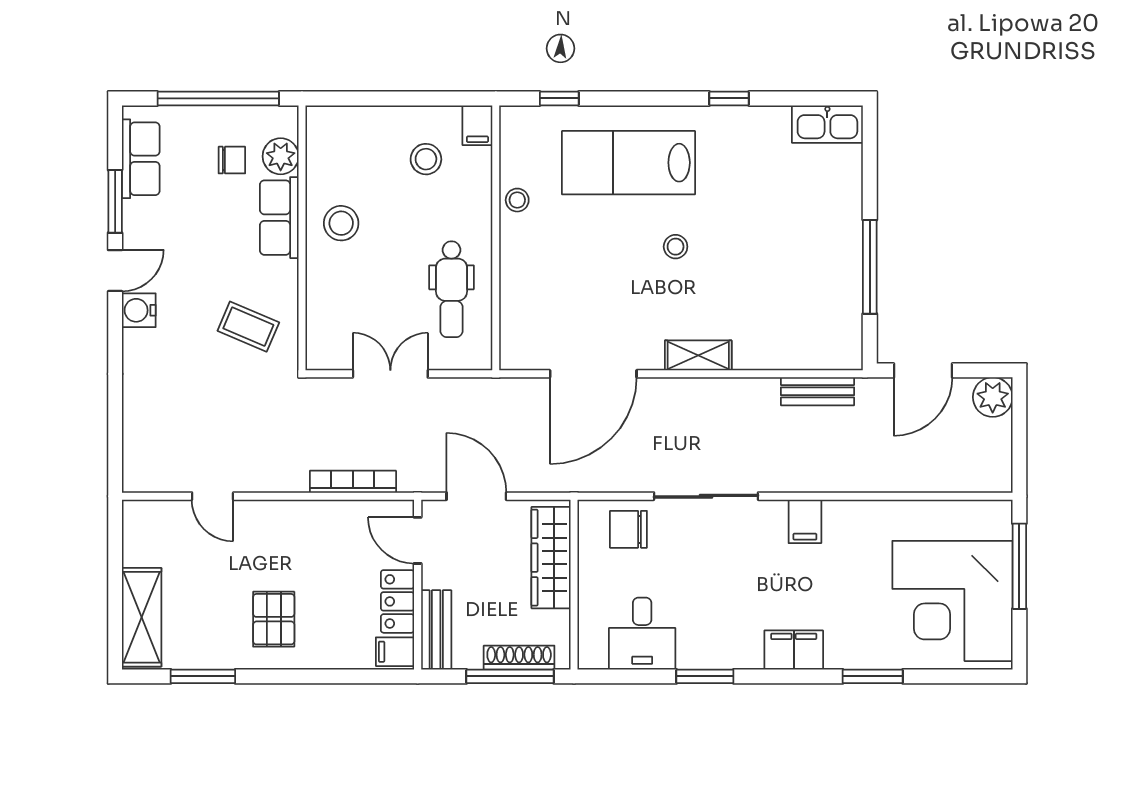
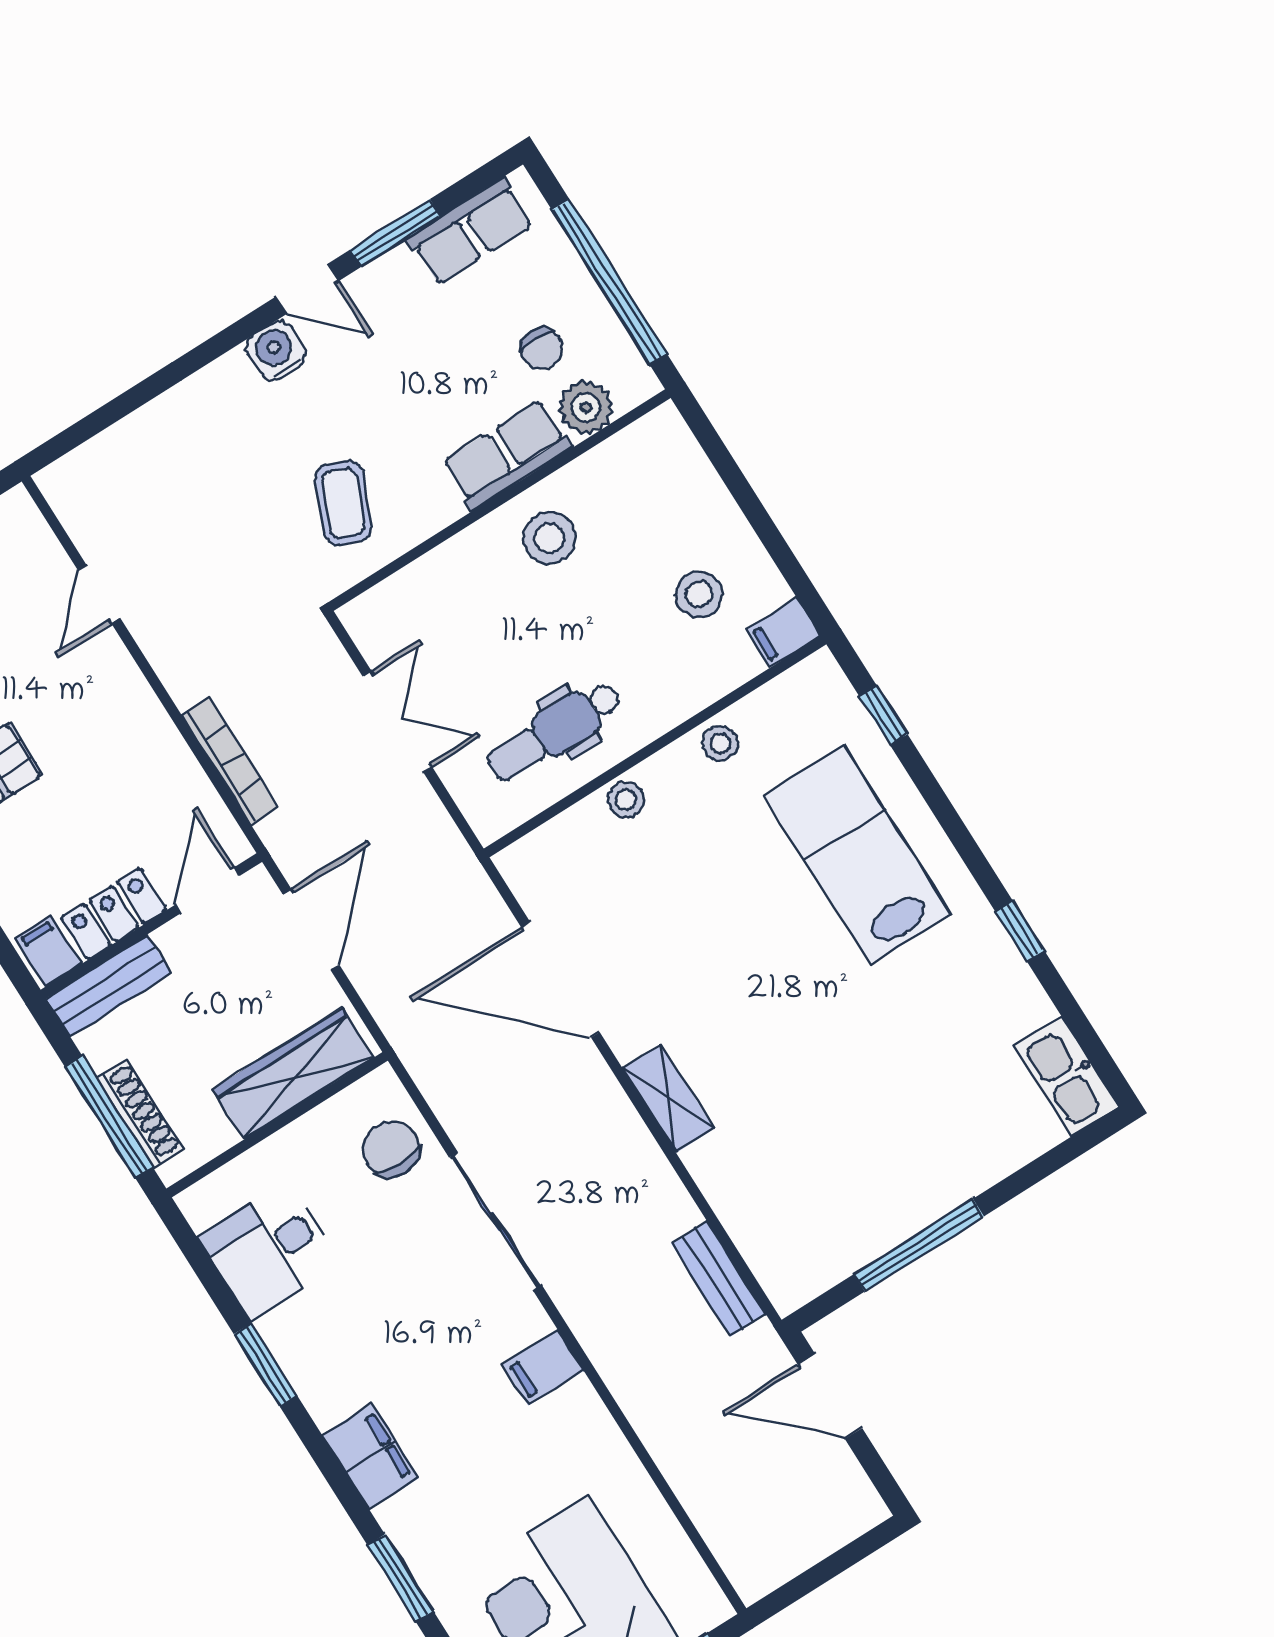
stool: (676, 247) -> (626, 800), moved
plant: (993, 397) -> (852, 1506), removed

